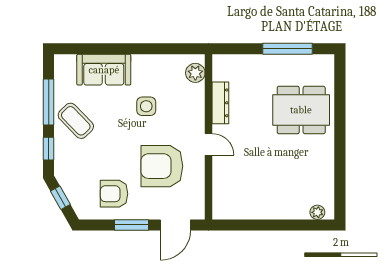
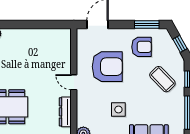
coffee table: (76, 121) -> (162, 79), moved
window: (132, 225) -> (147, 24), moved

